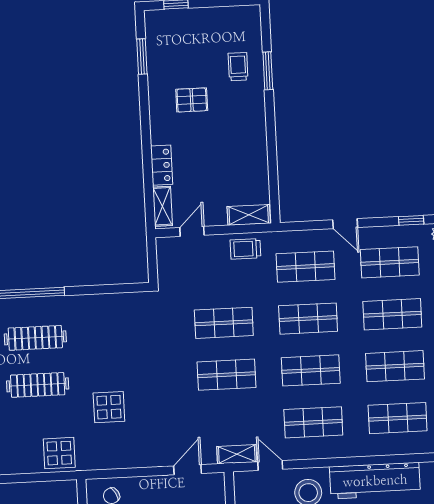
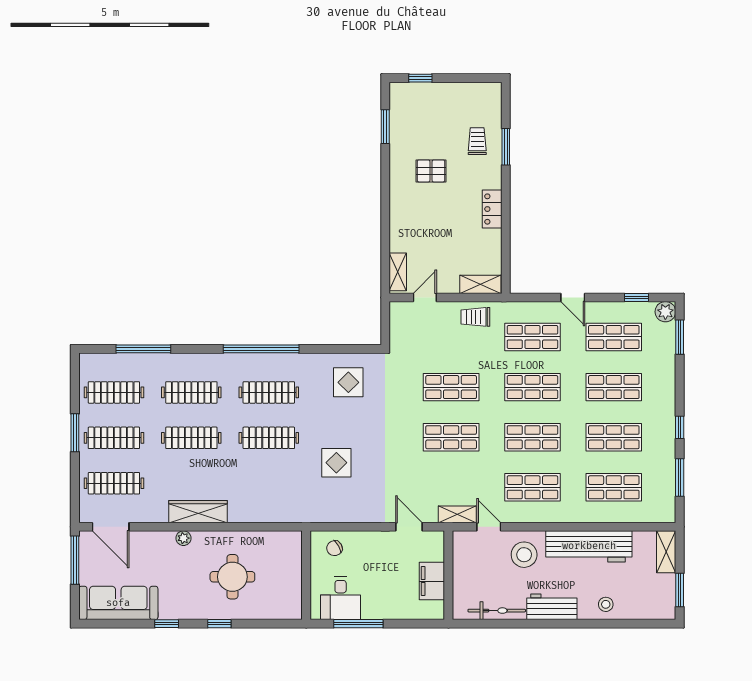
locker: (162, 165) -> (492, 209), moved, turned 180
display table: (59, 453) -> (348, 382), moved
door: (188, 470) -> (409, 527), hinge flipped

